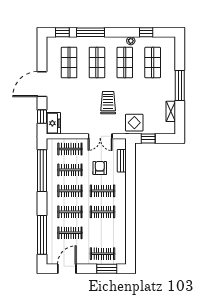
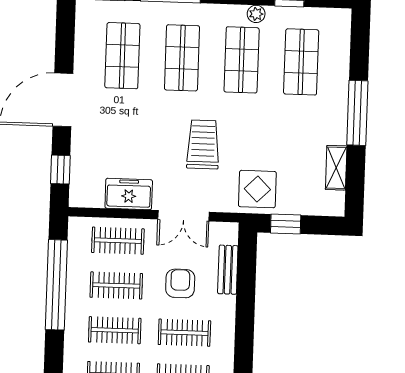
freezer: (53, 123) -> (129, 194), moved, turned -90

